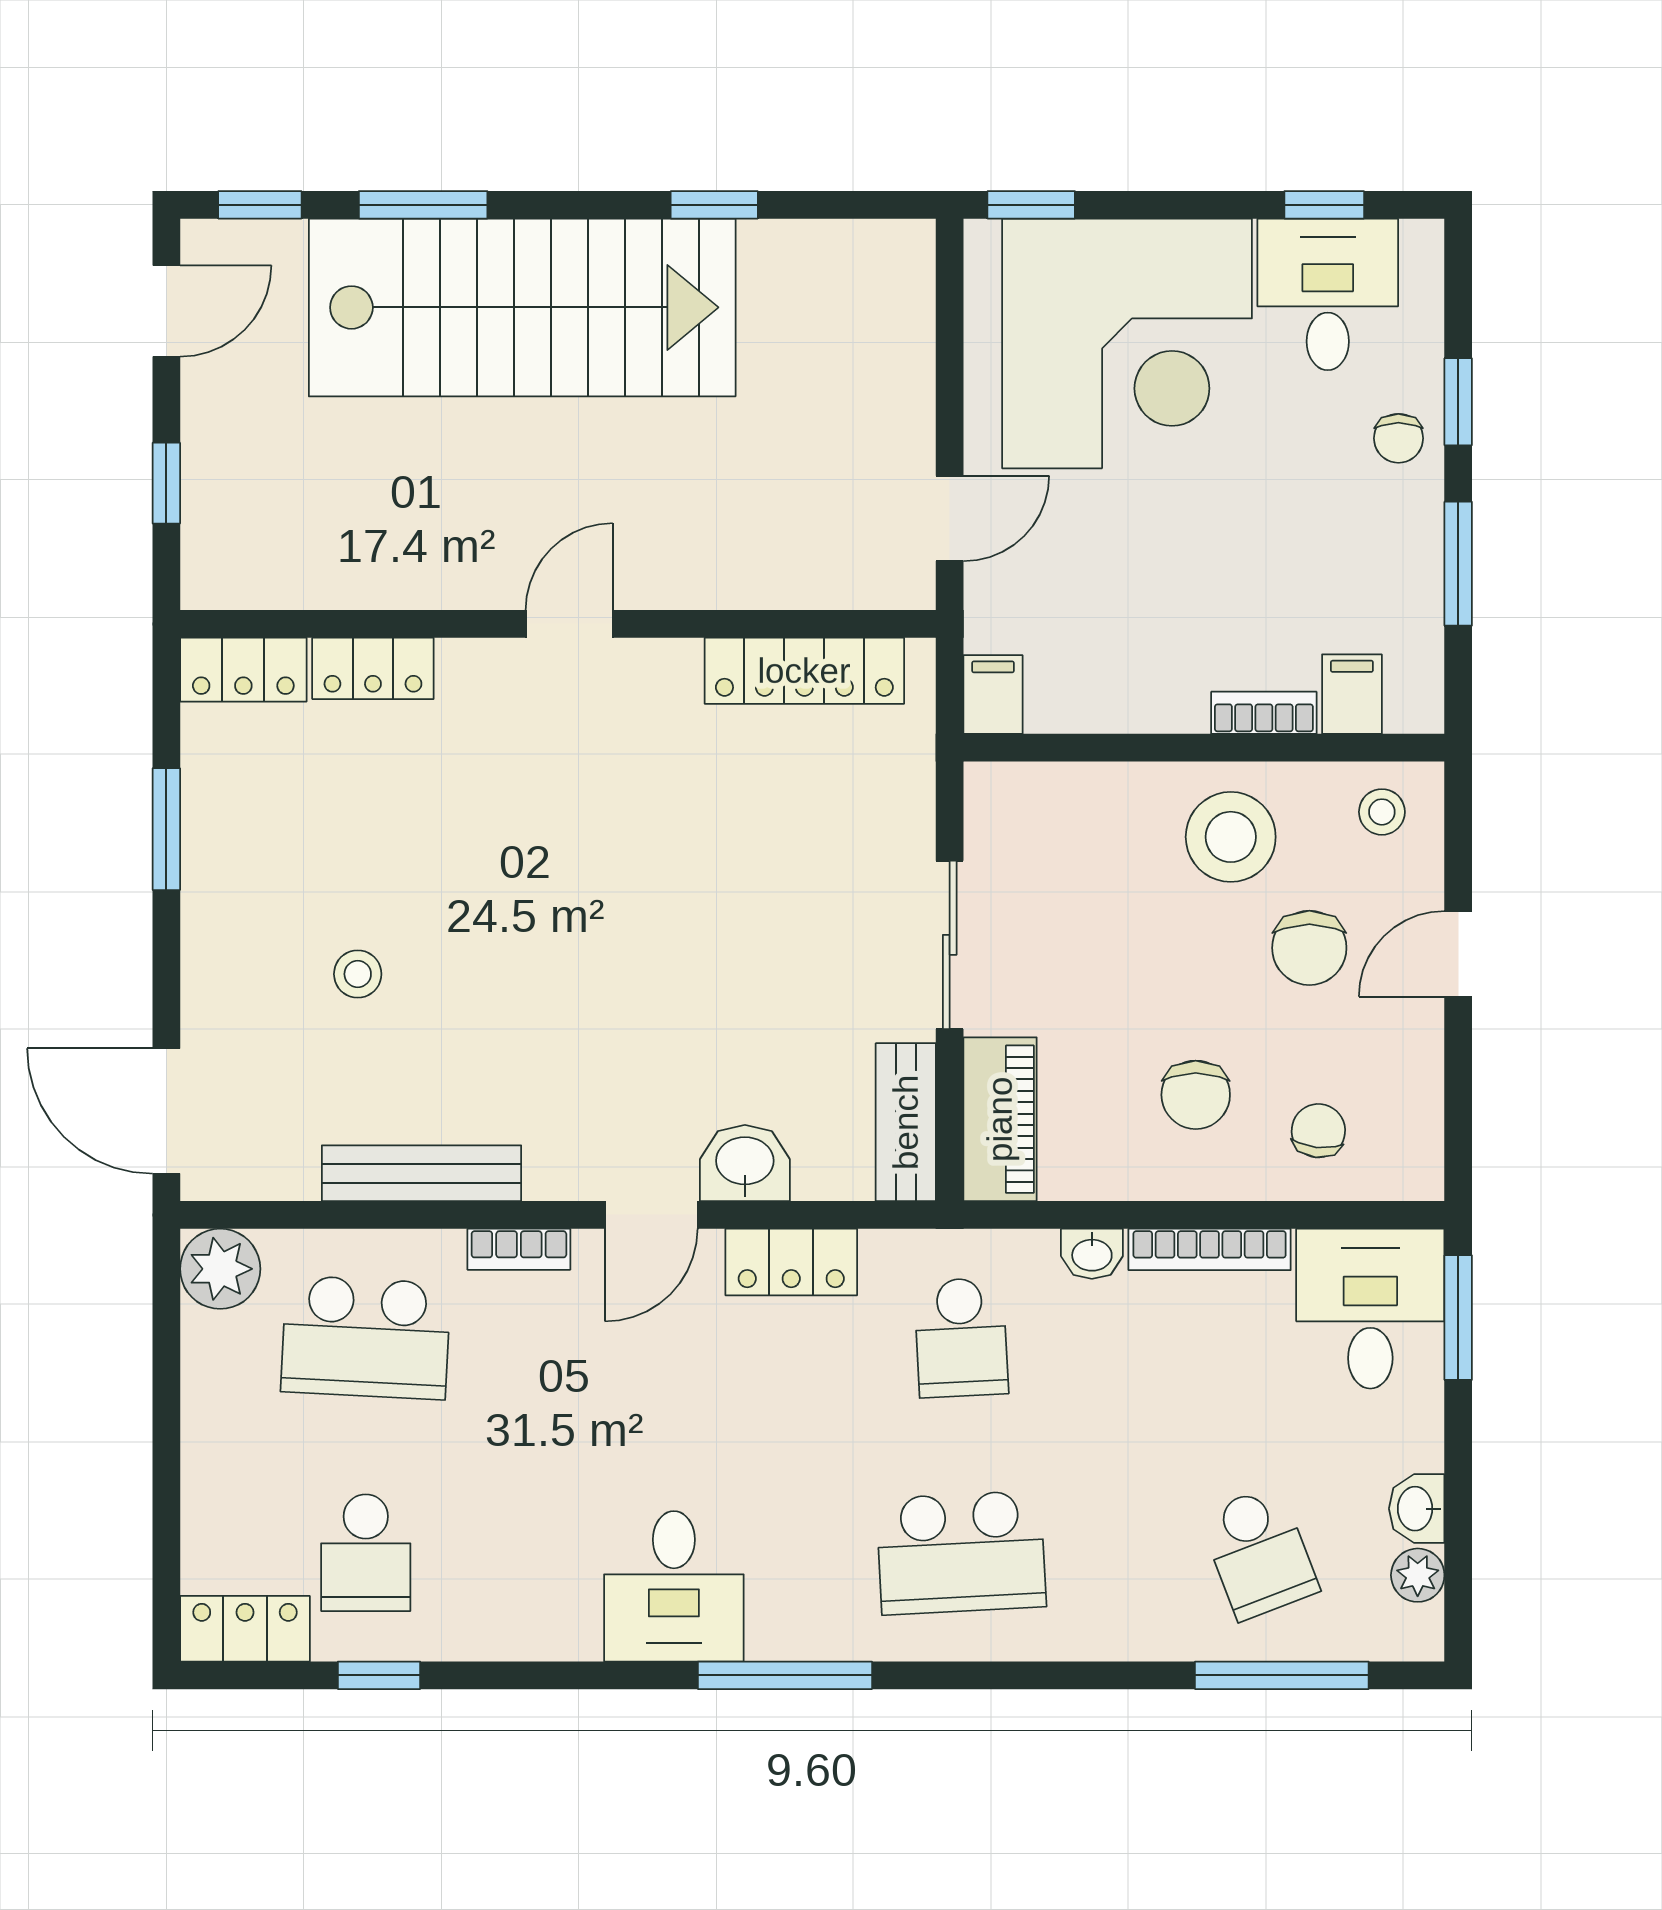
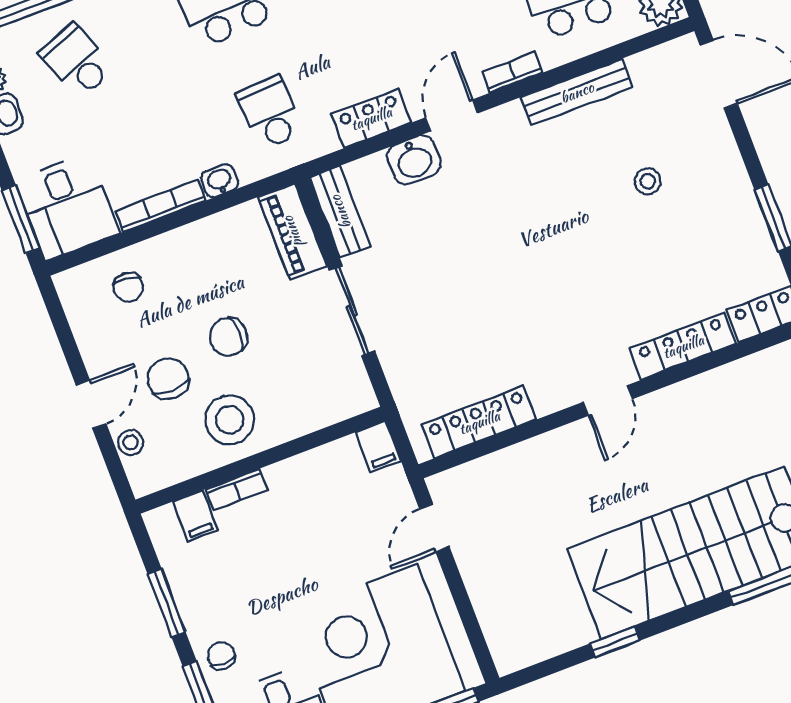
locker: (373, 668) -> (683, 346), width x1.53
stool: (1382, 812) -> (131, 442), moved
chair: (1196, 1095) -> (228, 337), moved, turned -92

